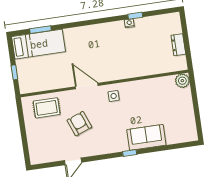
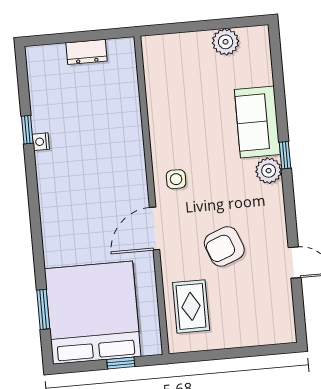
bed: (39, 44) -> (93, 313), width x2.04
plant: (182, 81) -> (226, 42), moved
plant: (121, 145) -> (269, 171), added

